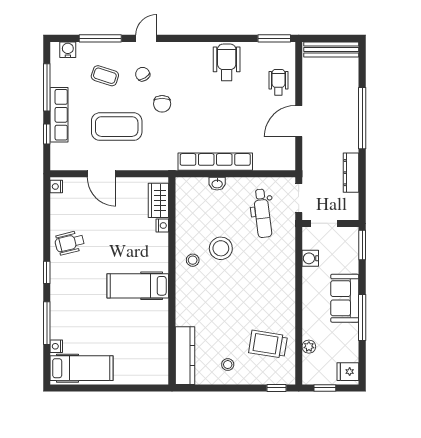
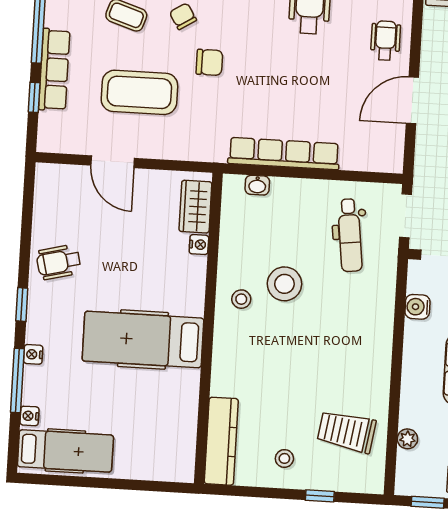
chair: (162, 104) -> (209, 62), turned -90
washbasin: (217, 184) -> (257, 185), moved
nightstand: (56, 187) -> (33, 354), moved
hospital bed: (138, 286) -> (143, 340), width x1.37, depth x1.29
window: (277, 388) -> (320, 496), moved

